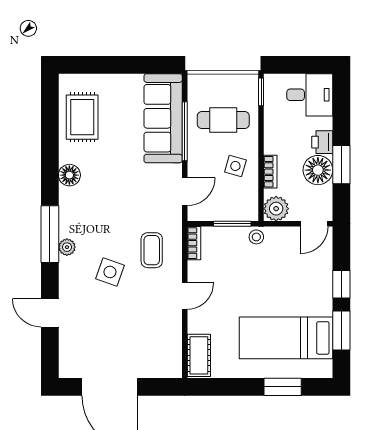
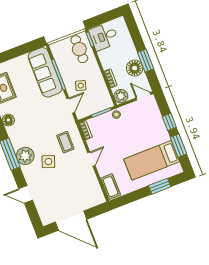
desk: (310, 95) -> (104, 36), moved, turned 180
cafe table: (223, 120) -> (79, 49), moved, turned 90
printer: (322, 142) -> (131, 53), removed
side table: (235, 166) -> (81, 86), moved
door: (314, 224) -> (143, 96), swing flipped
plant: (67, 247) -> (25, 156), width x1.87, depth x1.87

